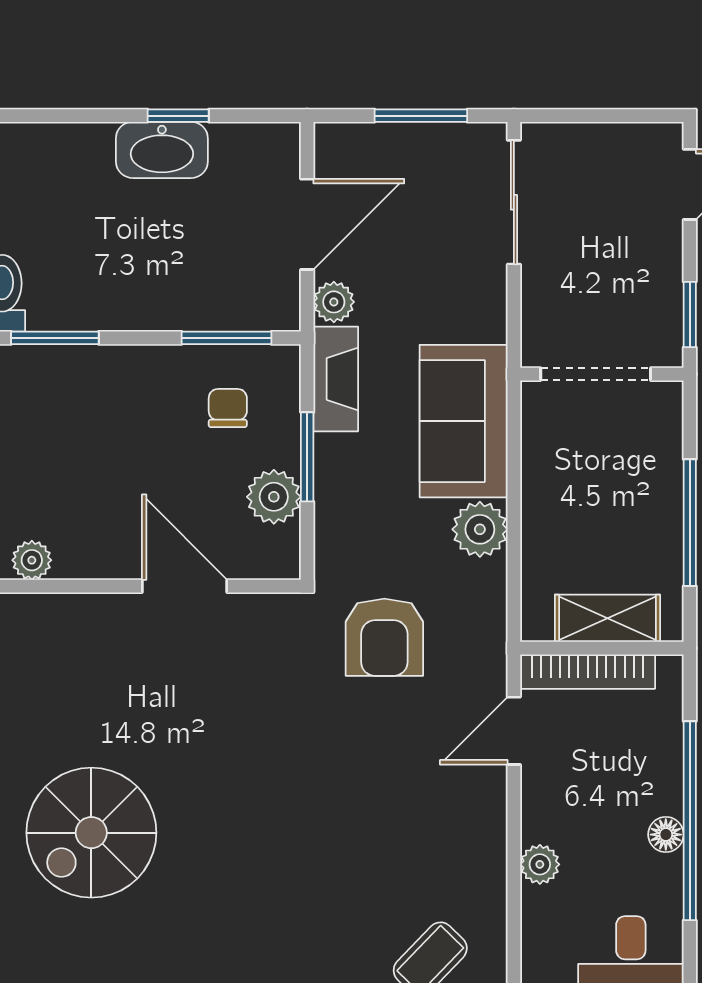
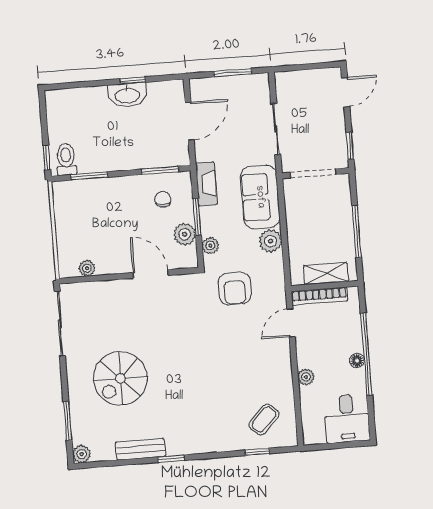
sliding door: (514, 202) -> (276, 129), moved
plant: (334, 302) -> (210, 246), moved

